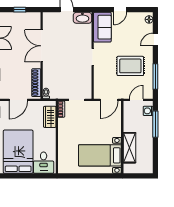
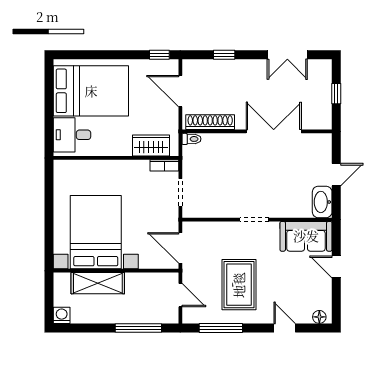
washing machine: (148, 111) -> (62, 315), moved
bed with nightstands: (100, 155) -> (96, 232), width x1.36

